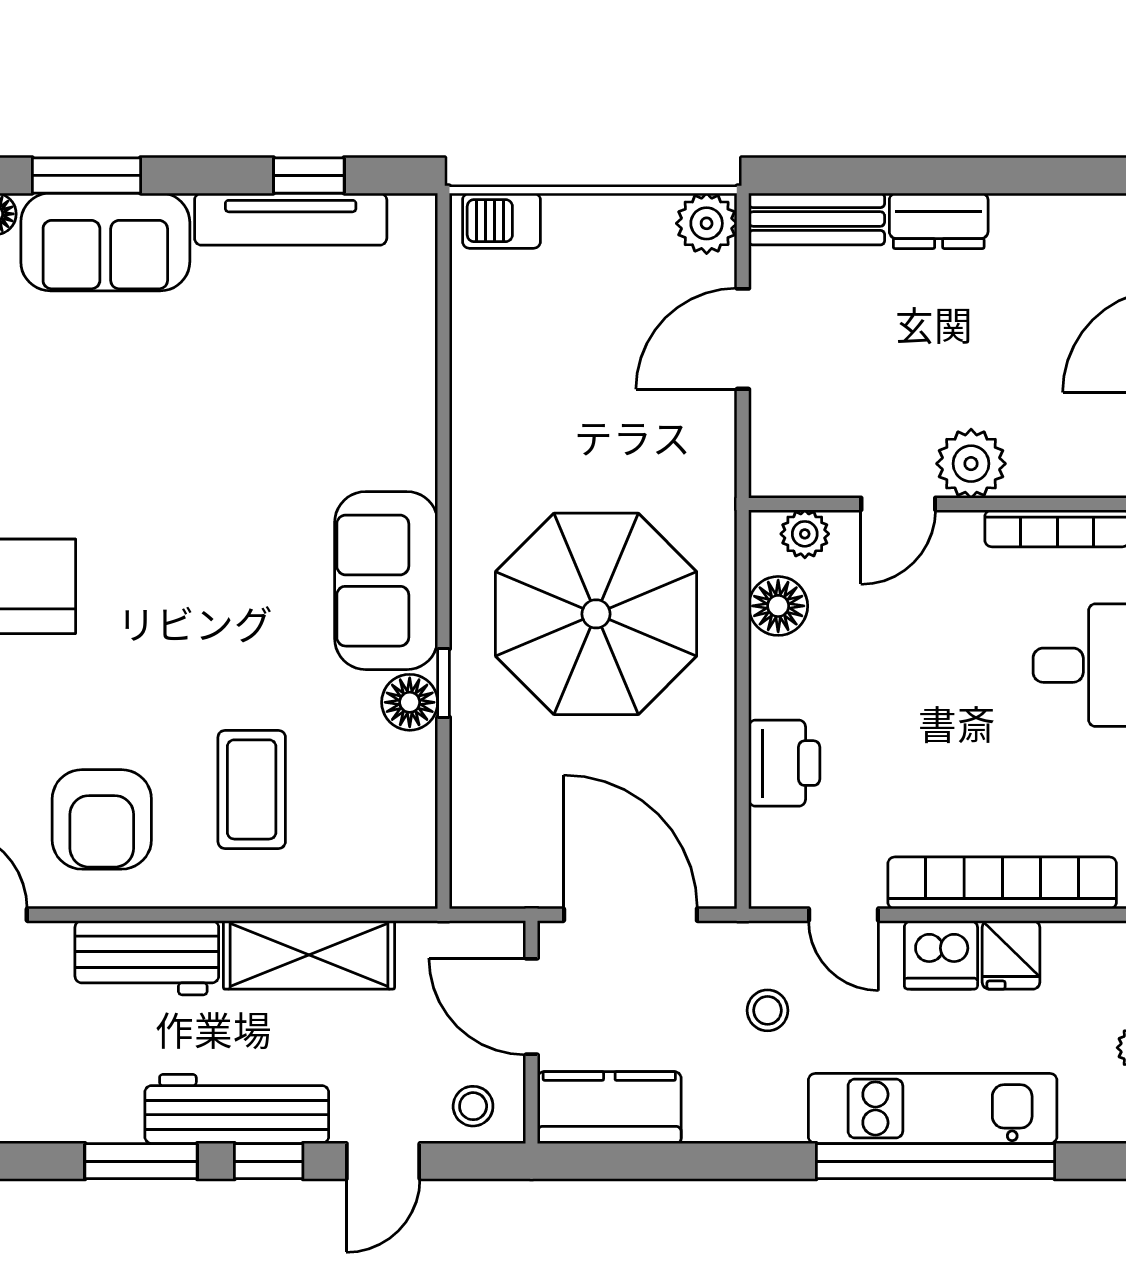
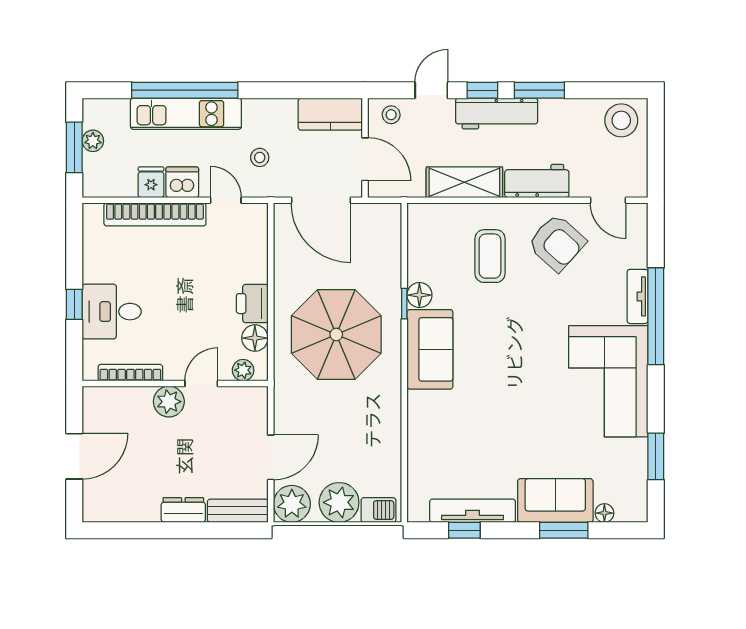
plant: (707, 223) -> (292, 504), width x1.36, depth x1.36
plant: (590, 238) -> (339, 502), added
printer: (784, 763) -> (252, 304), moved
armchair: (102, 819) -> (557, 243), turned 132

